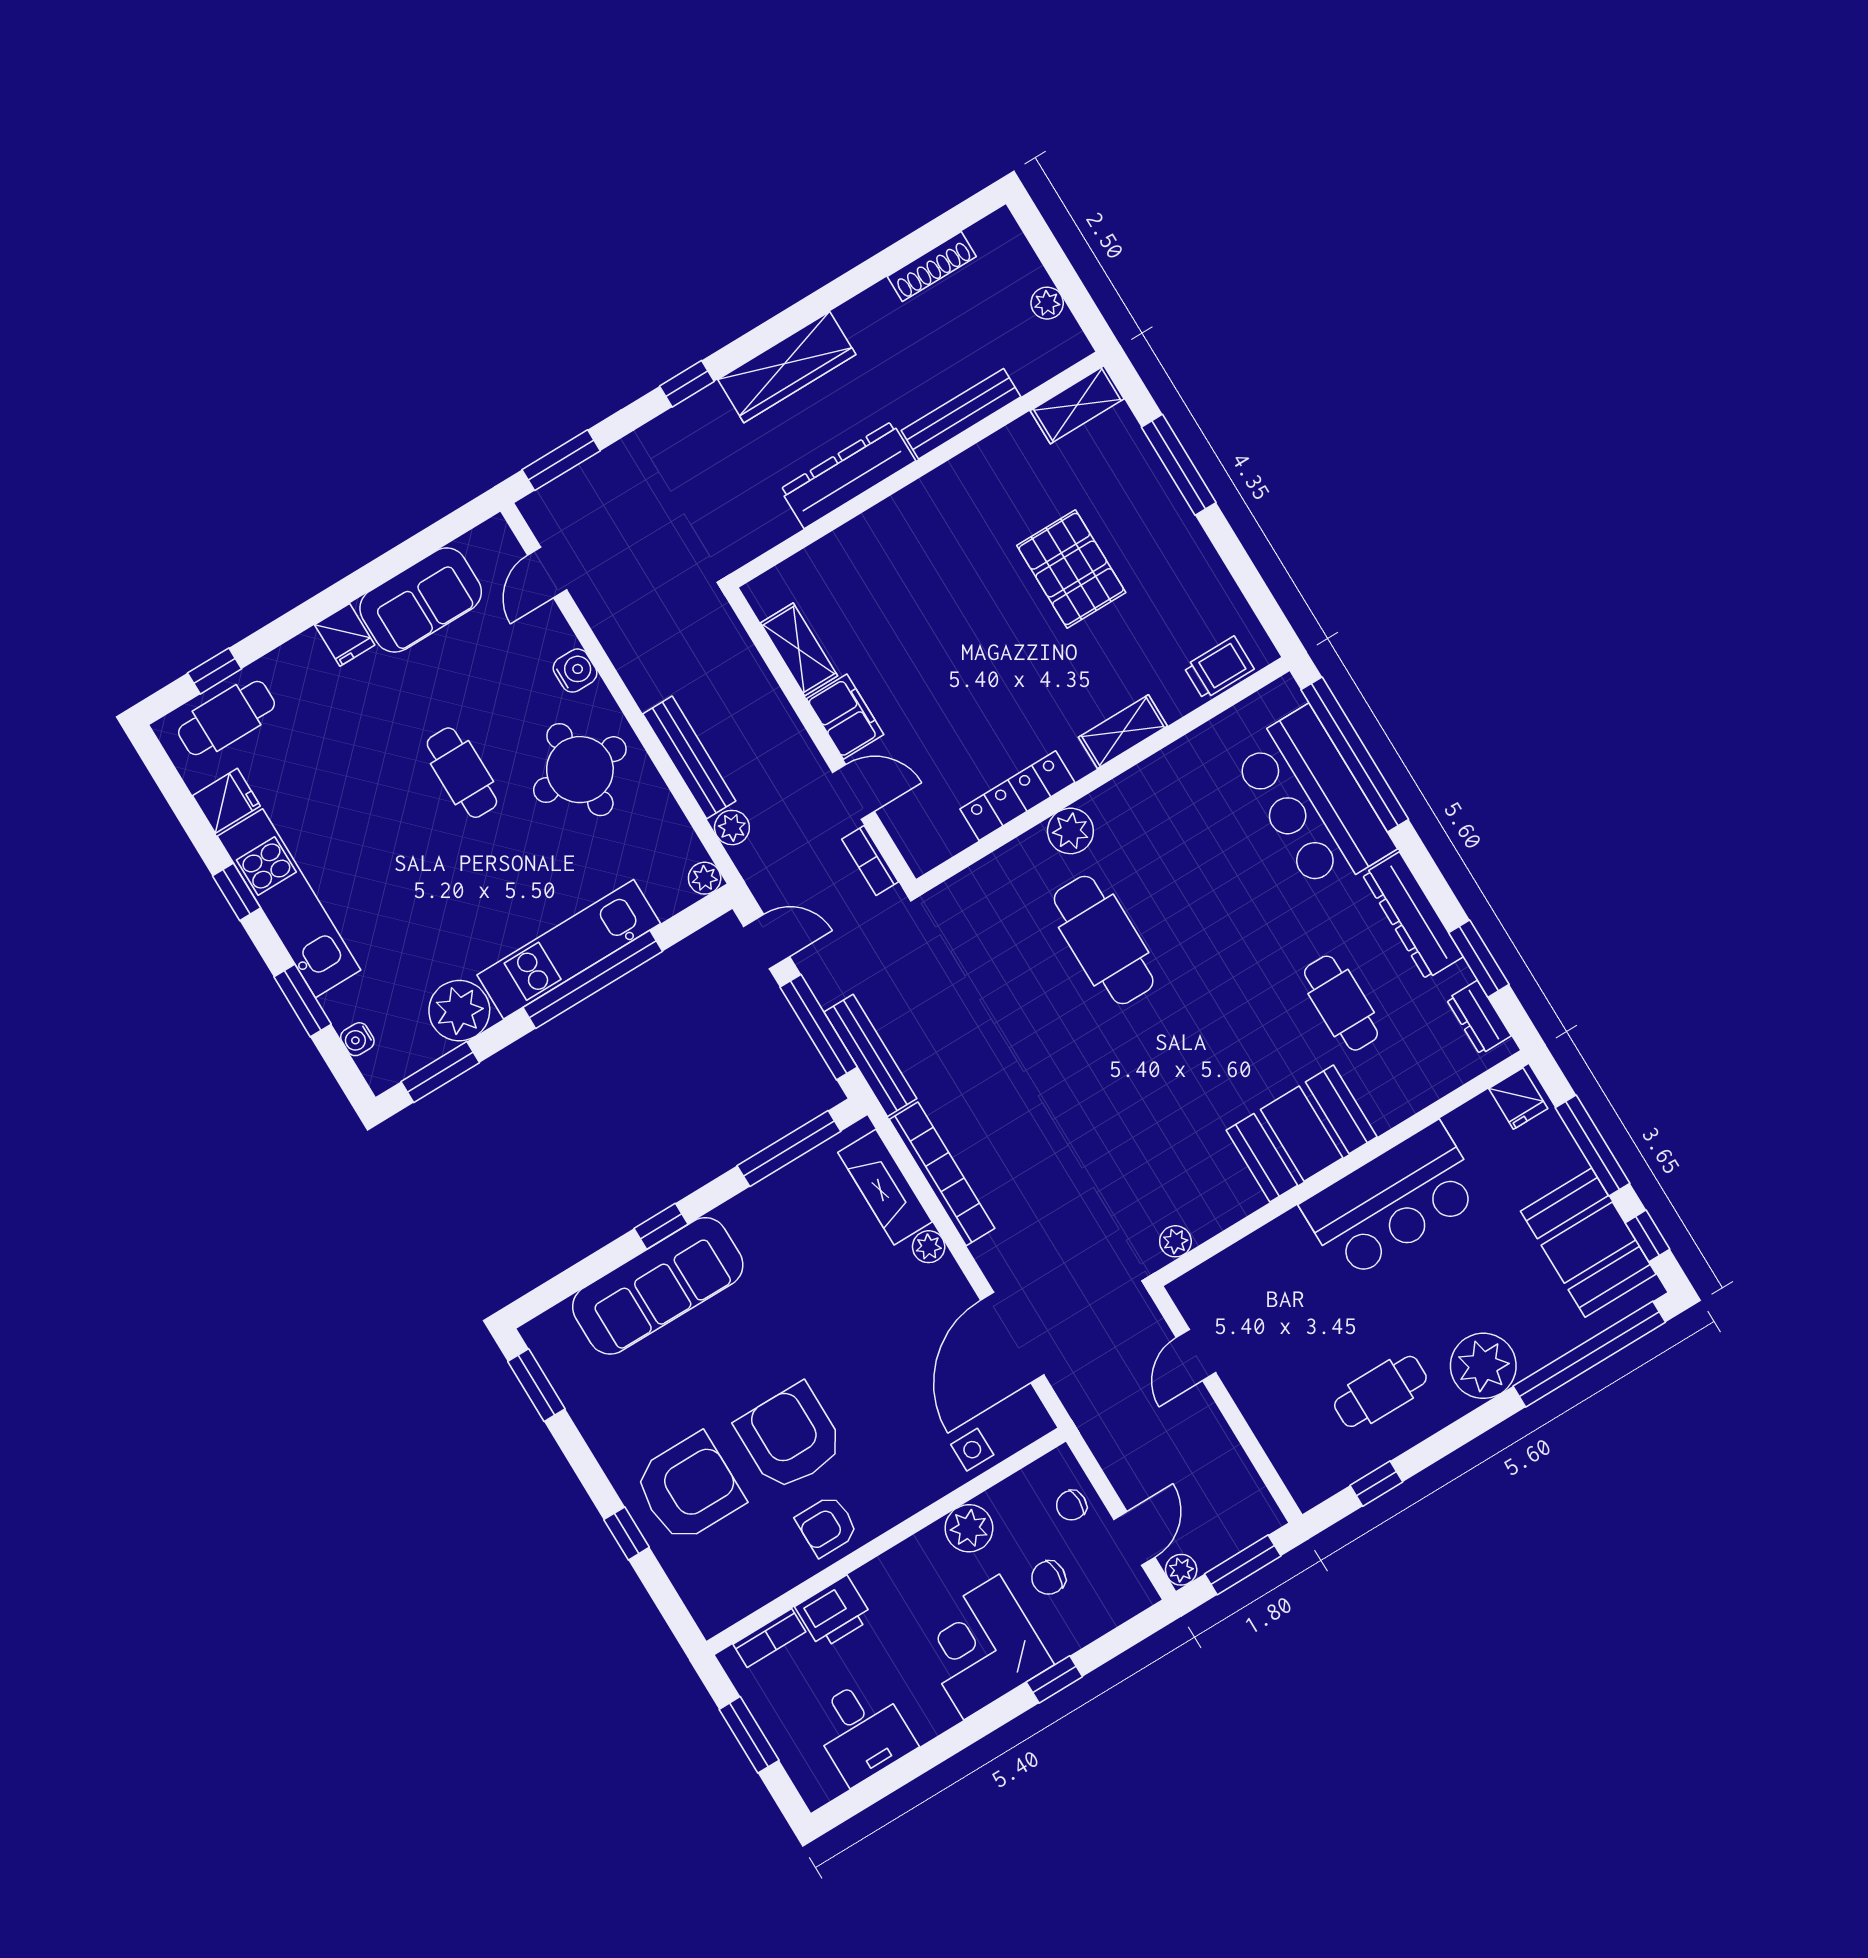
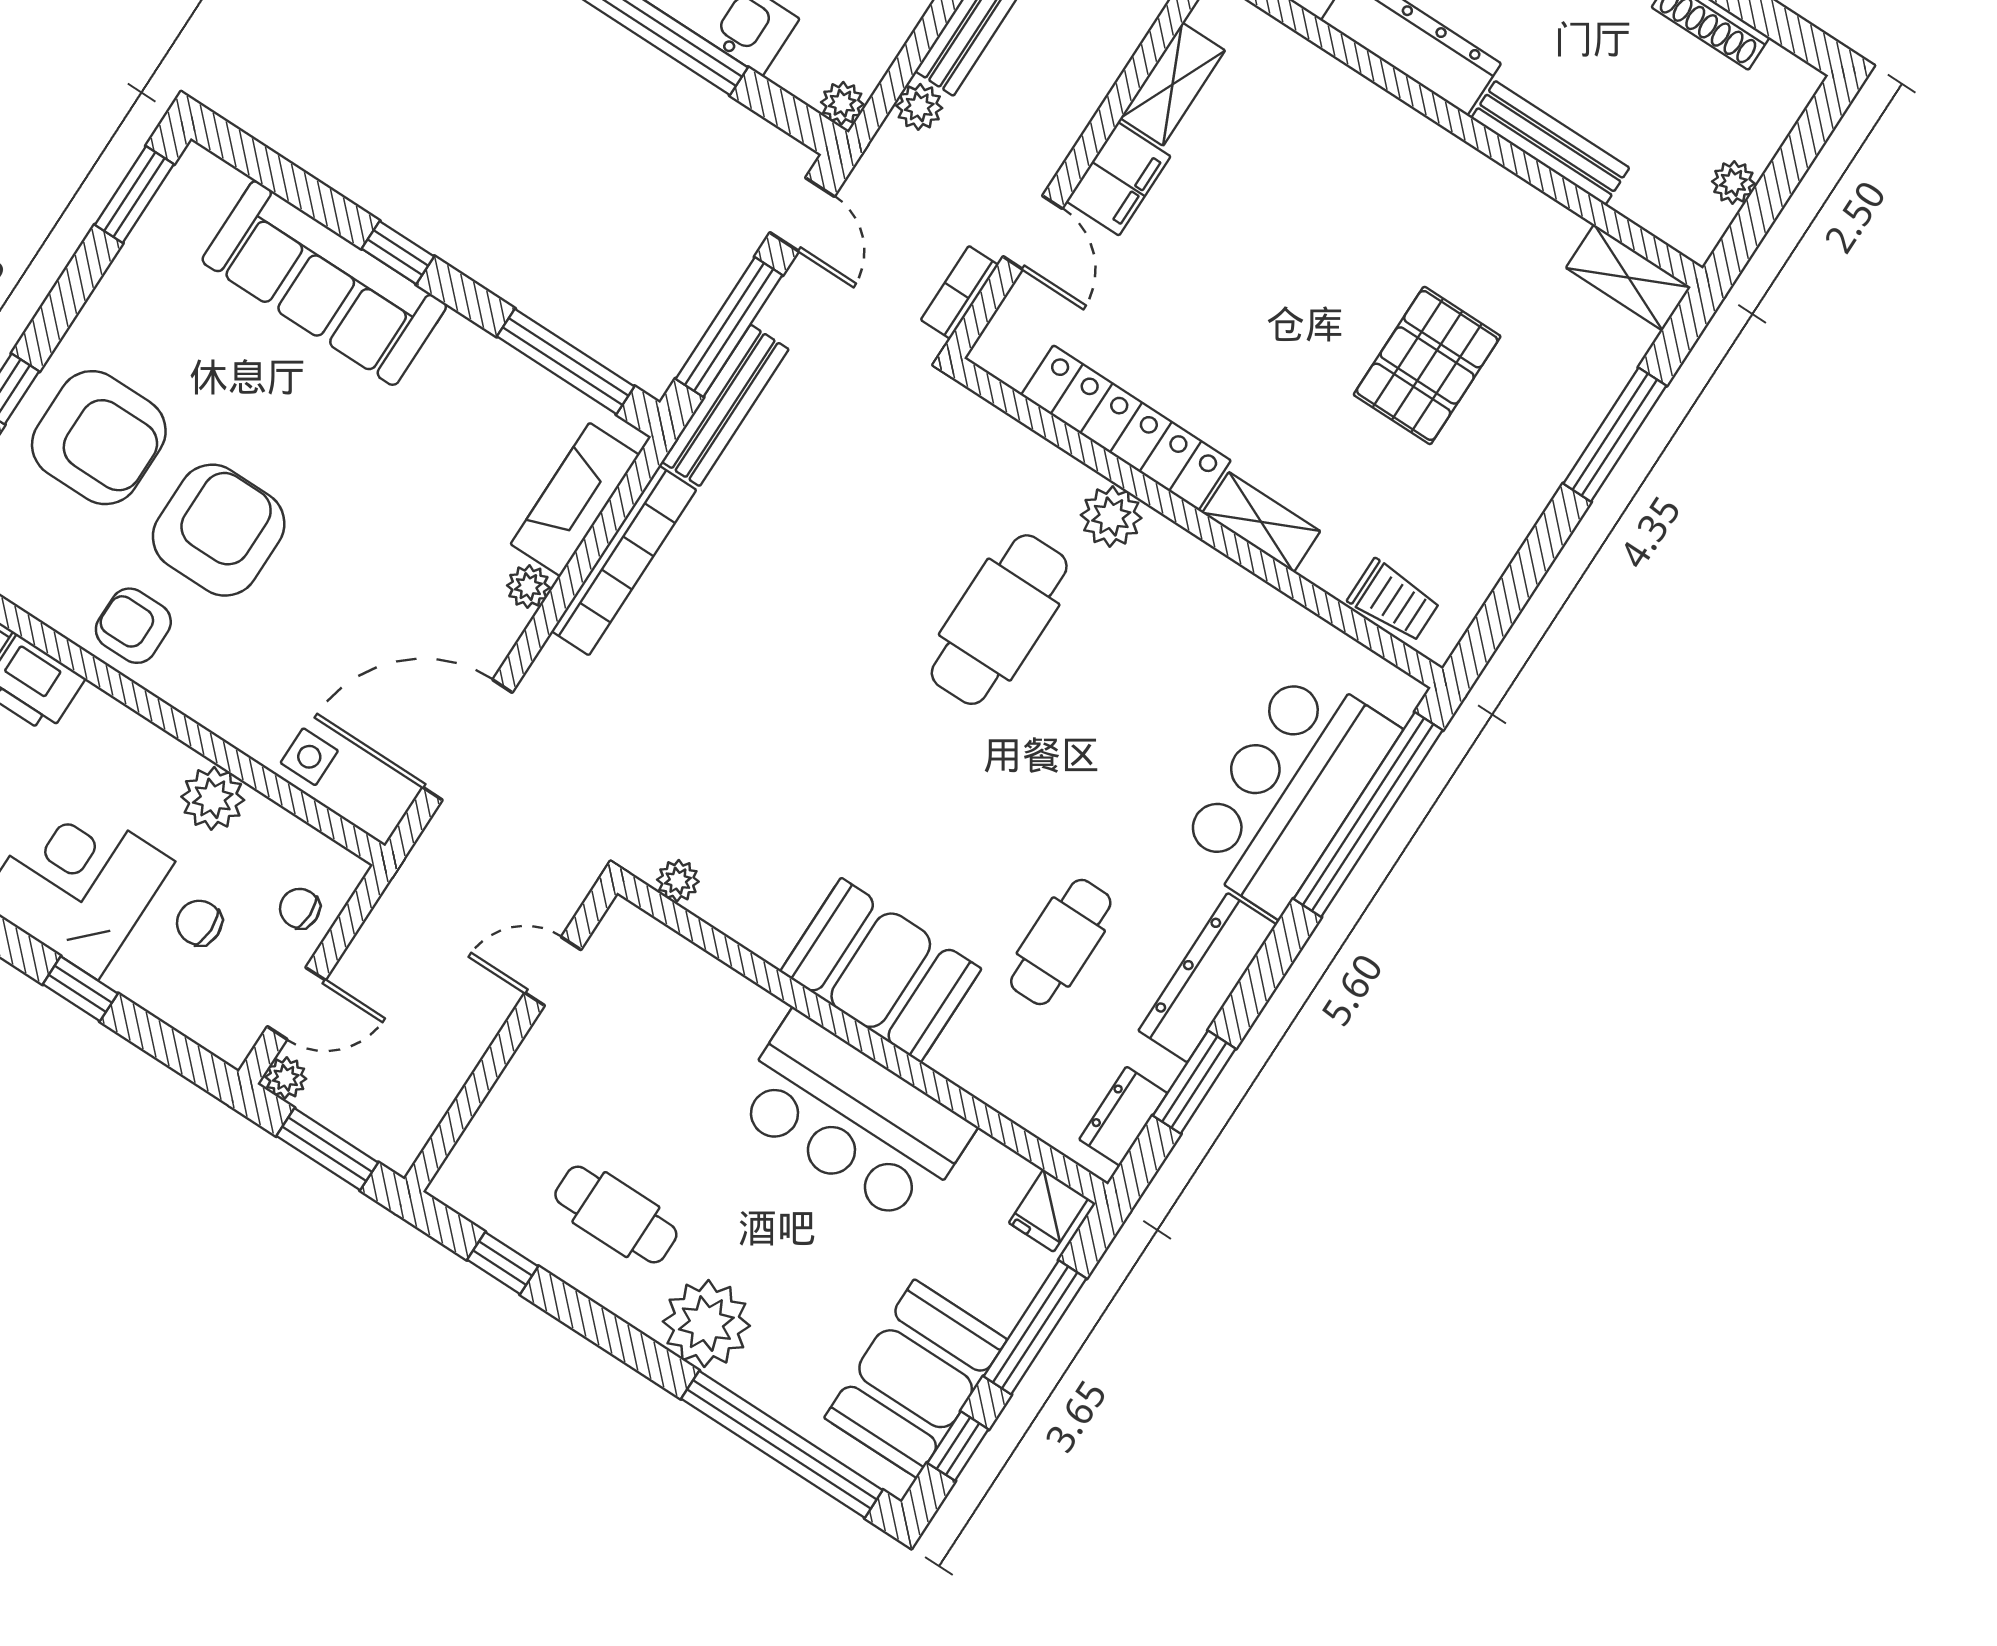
locker: (1017, 796) -> (1126, 428), width x1.41, depth x1.21

